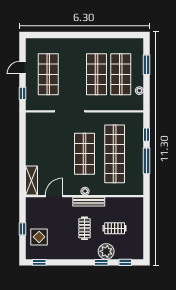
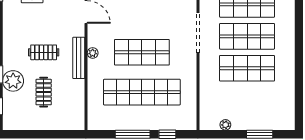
shop shelf: (121, 74) -> (247, 36), moved

